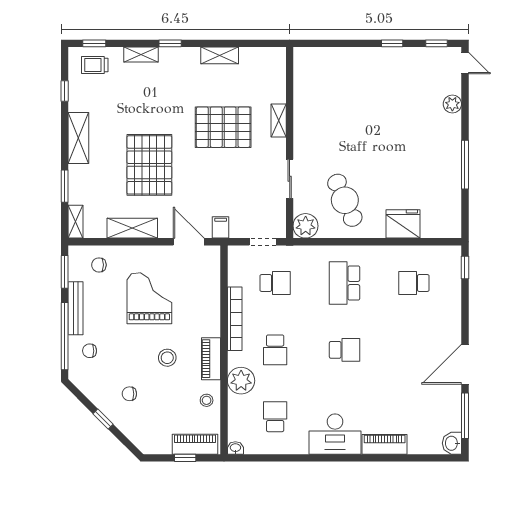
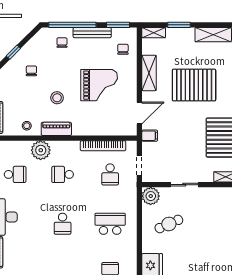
cafe table: (345, 200) -> (169, 224), width x0.73, depth x0.74
bookcase: (235, 319) -> (103, 146), moved

